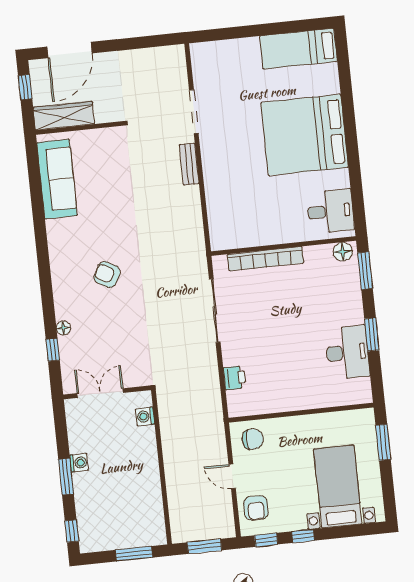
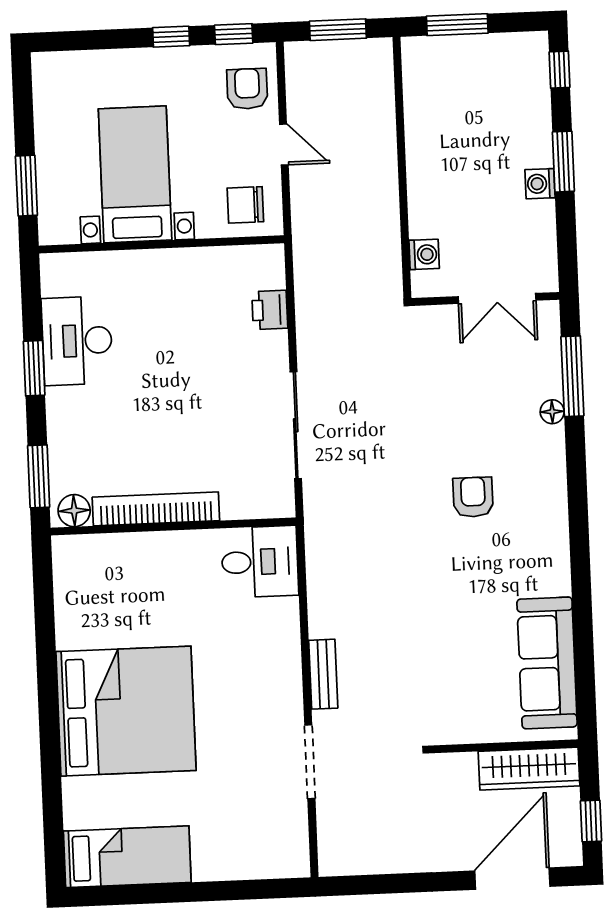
desk: (330, 211) -> (260, 562), moved, turned 180
bookcase: (265, 259) -> (156, 509), moved
armchair: (107, 275) -> (473, 497), turned -118
window: (53, 350) -> (572, 376), width x2.17
bed with nightstands: (338, 486) -> (135, 174), moved, turned 180

